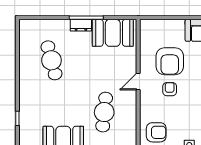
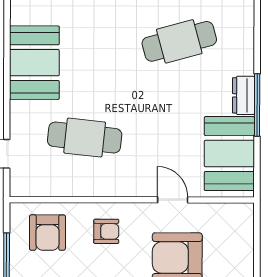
door: (138, 82) -> (173, 200), moved
armchair: (170, 89) -> (106, 231), moved

